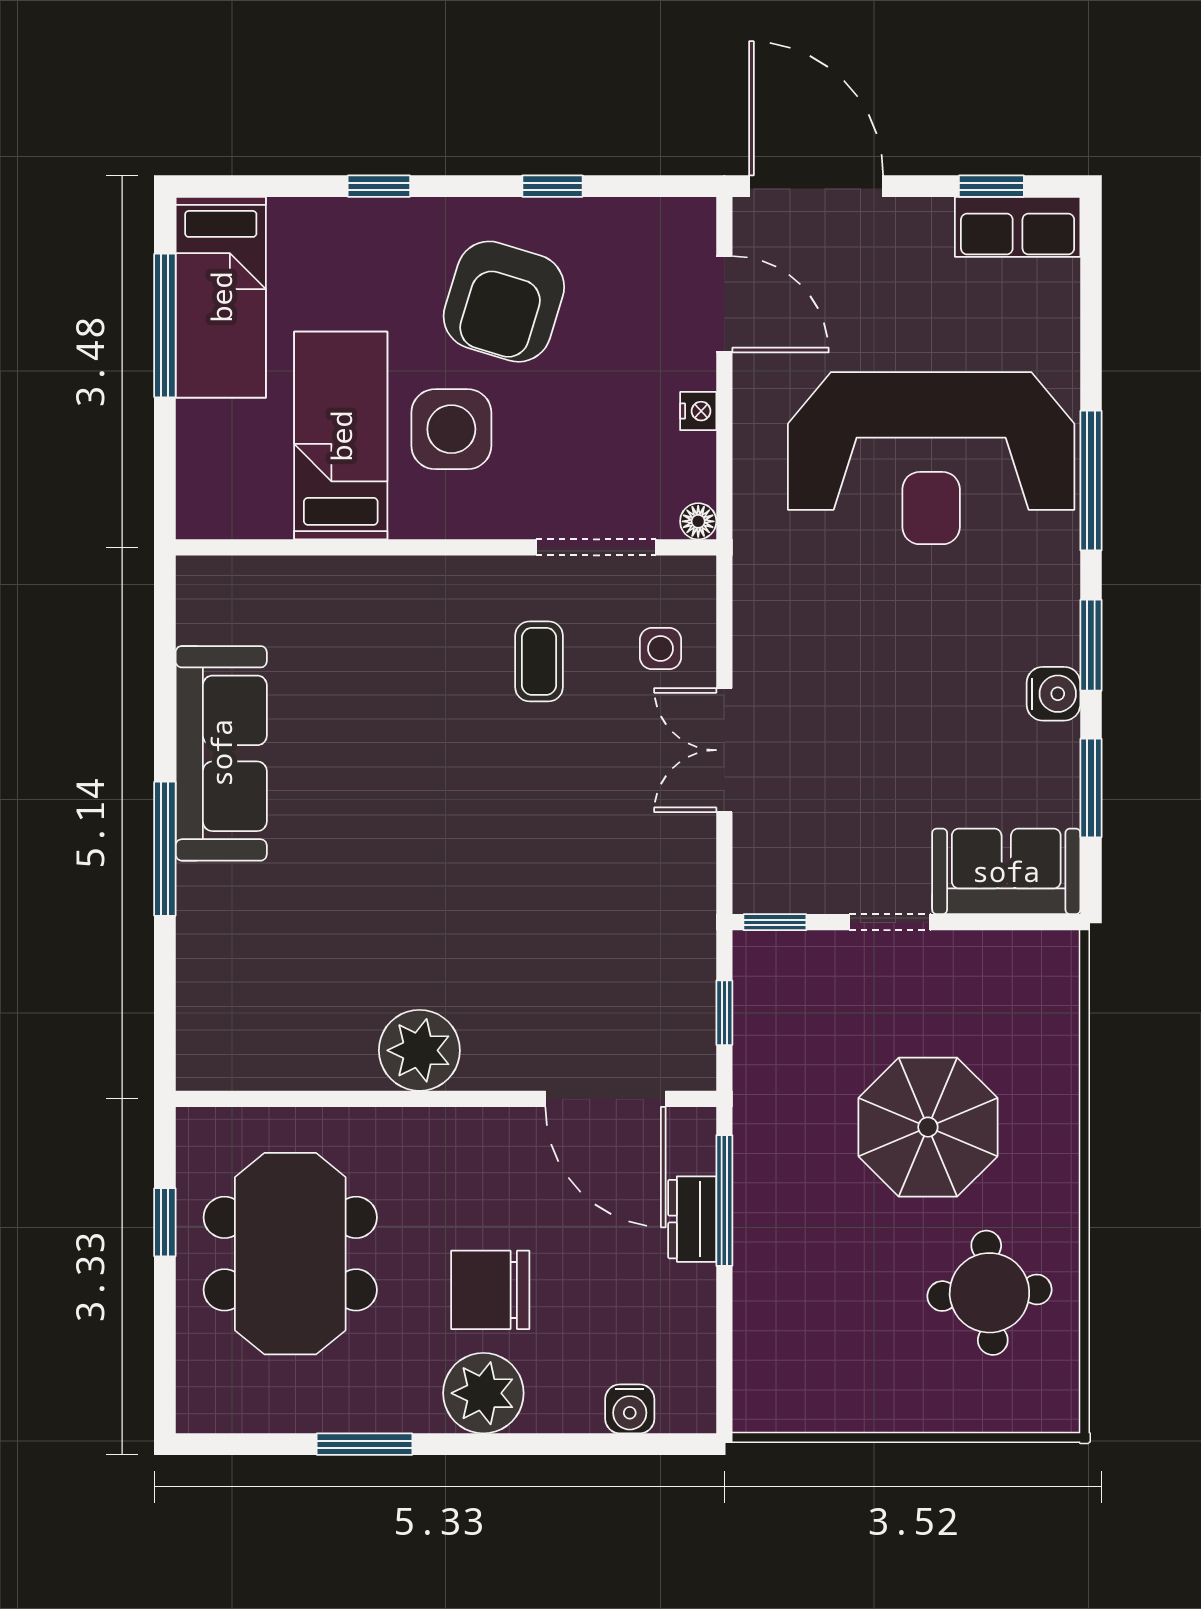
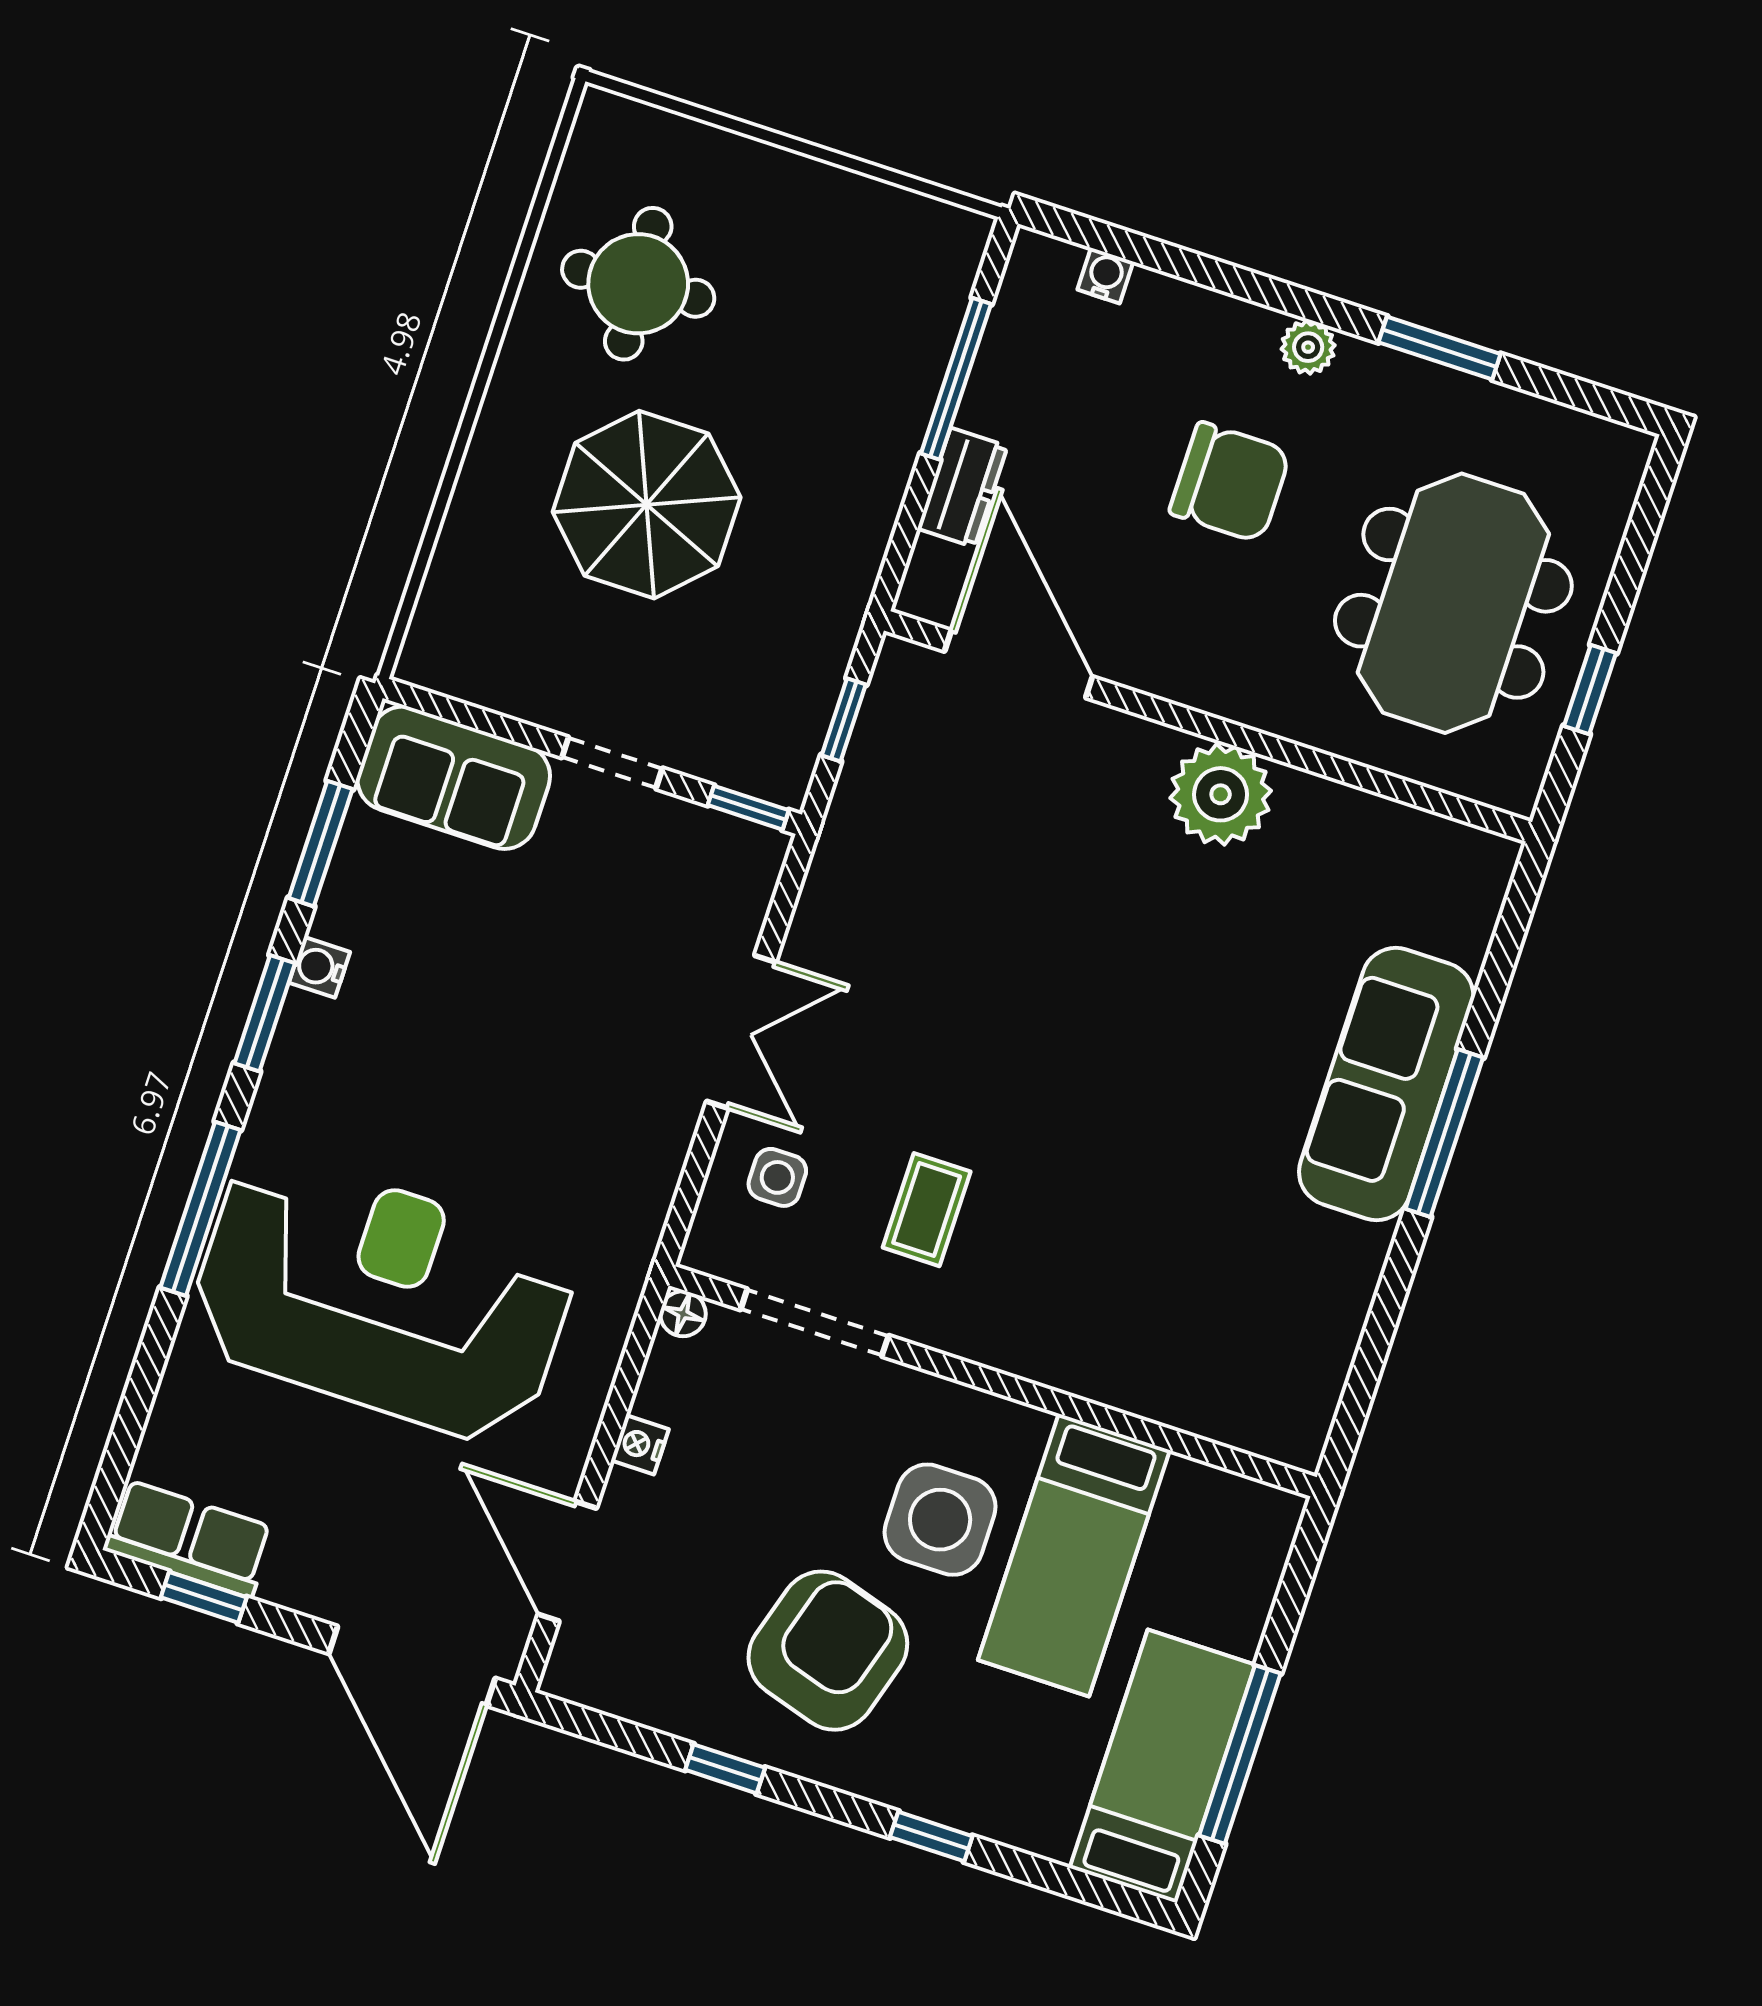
water cooler: (1053, 694) -> (319, 967), width x0.72, depth x0.72
sofa: (221, 753) -> (1386, 1084), moved
window: (724, 1200) -> (956, 379), moved
plant: (483, 1393) -> (1308, 347), width x0.53, depth x0.53
water cooler: (630, 1409) -> (1105, 276), width x0.72, depth x0.72

